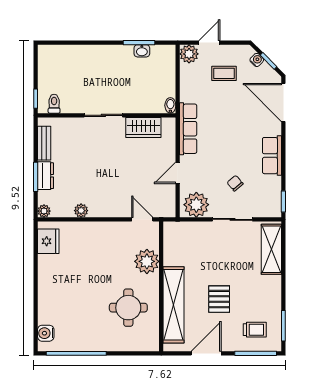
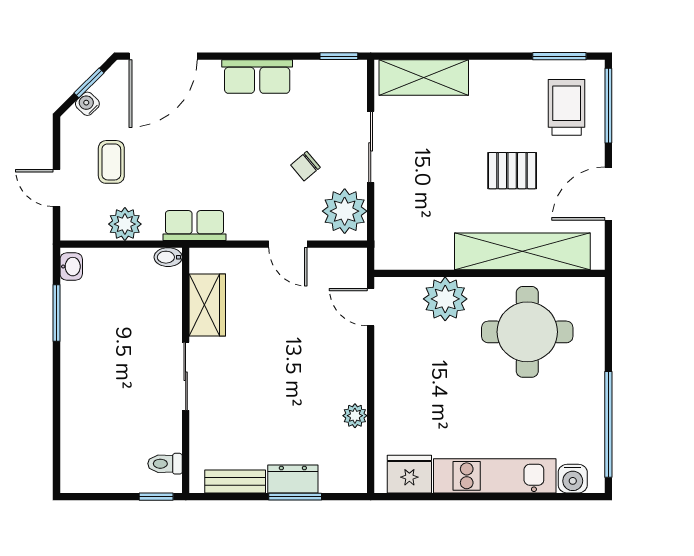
washbasin: (142, 51) -> (71, 267), moved
plant: (189, 54) -> (125, 224), moved
row of seats: (188, 129) -> (194, 226), width x0.68
chair: (235, 183) -> (305, 166), moved
plant: (44, 211) -> (356, 482), removed
door: (142, 219) -> (371, 307), hinge flipped
kitchen unit: (47, 289) -> (495, 476), added
round table: (128, 308) -> (527, 332), width x1.36, depth x1.36
trolley: (255, 330) -> (567, 107), width x1.36, depth x1.39
door: (206, 353) -> (608, 194), hinge flipped

